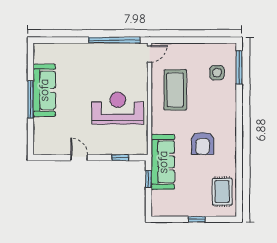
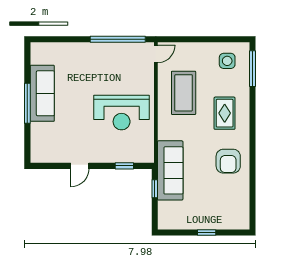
side table: (217, 73) -> (227, 61), moved
reception desk: (118, 108) -> (122, 113), turned 180
armchair: (203, 143) -> (228, 161), moved
door: (79, 158) -> (80, 166), swing flipped
rug: (222, 192) -> (225, 113), moved

